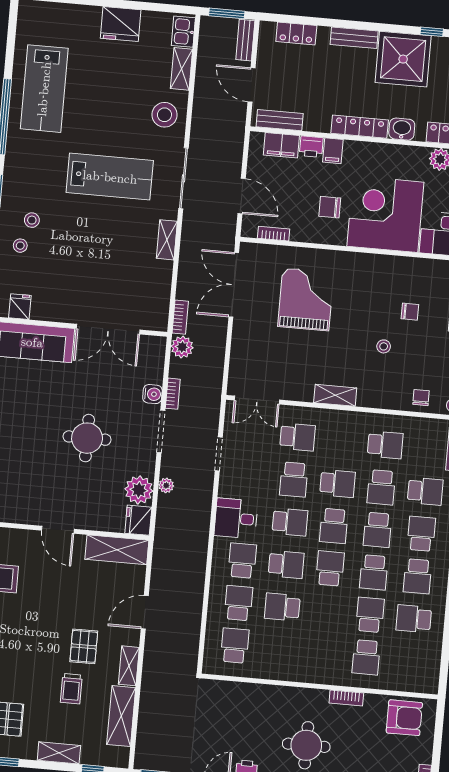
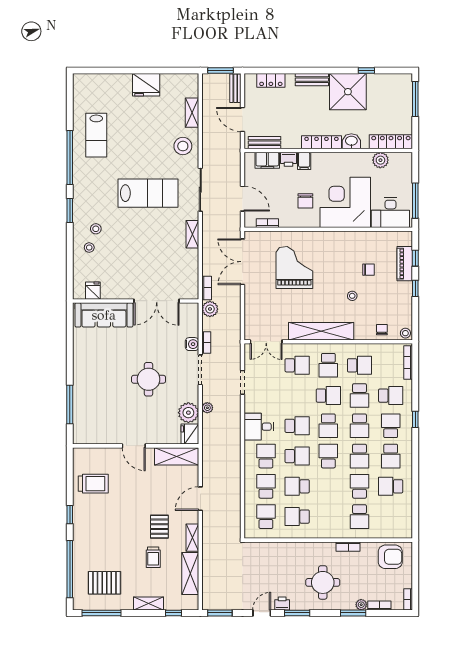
kitchen sink: (183, 32) -> (191, 86), removed
lab bench: (44, 89) -> (96, 135), width x0.73, depth x0.72
chair: (330, 207) -> (305, 201), turned -90
shelving: (335, 395) -> (321, 331), width x2.20, depth x1.33
school desk: (294, 480) -> (328, 365), moved
school desk: (279, 650) -> (297, 517), added

